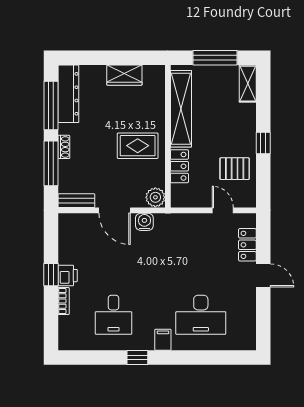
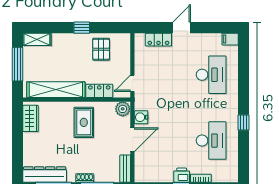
wardrobe: (124, 75) -> (31, 118), moved
door: (223, 210) -> (132, 83), moved
desk: (113, 315) -> (211, 141), width x1.37
filing cabinet: (163, 340) -> (230, 39), moved

